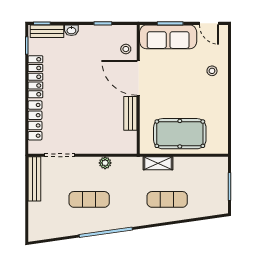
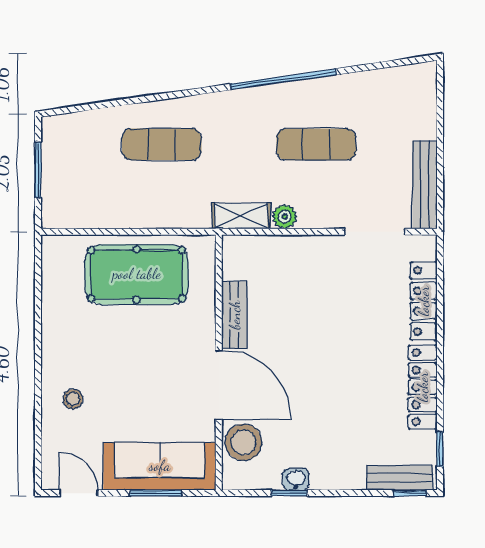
washbasin: (71, 30) -> (296, 479), moved
stool: (126, 49) -> (244, 442), width x1.89, depth x1.89
shelving: (158, 163) -> (241, 216), moved

